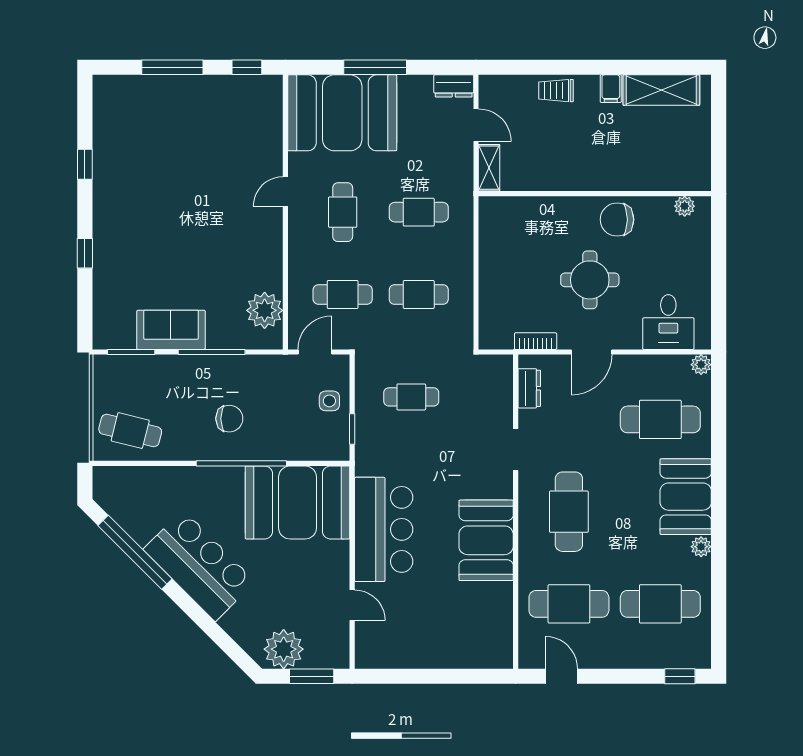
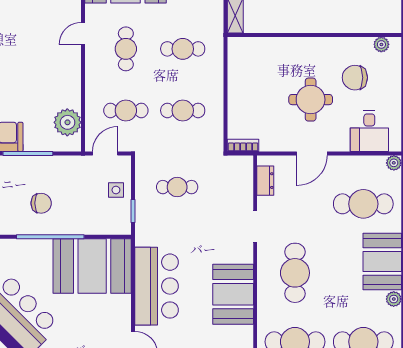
chair: (617, 220) -> (355, 78), moved
bookcase: (536, 341) -> (243, 145), moved

